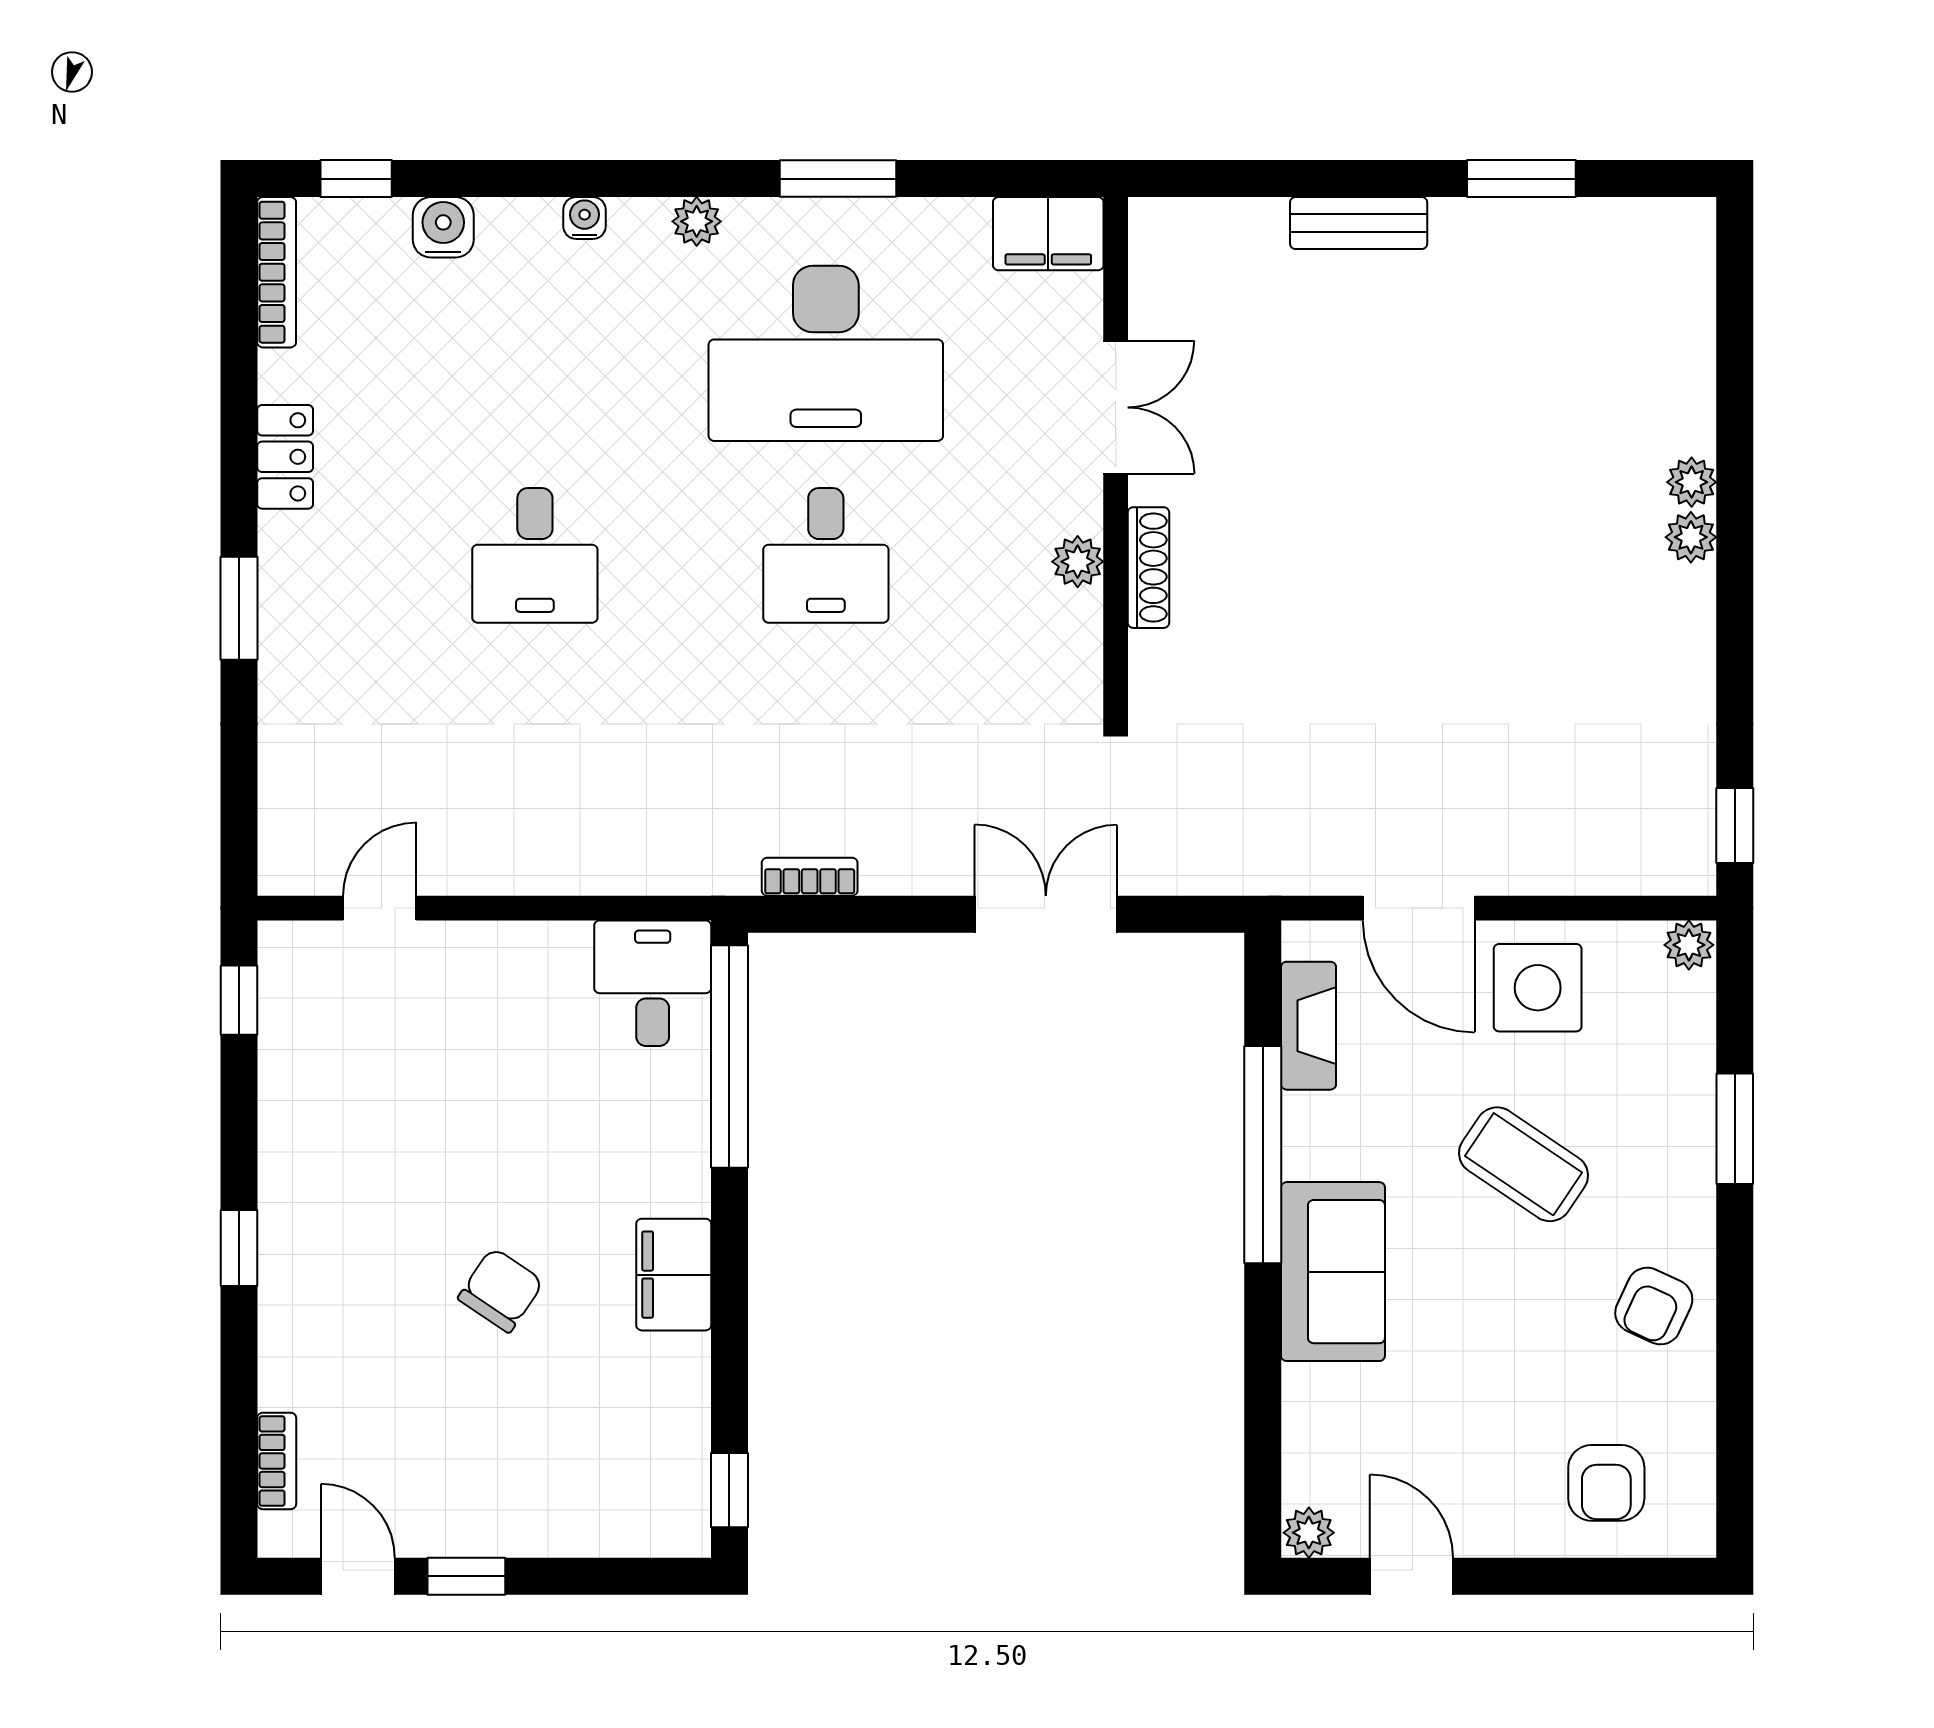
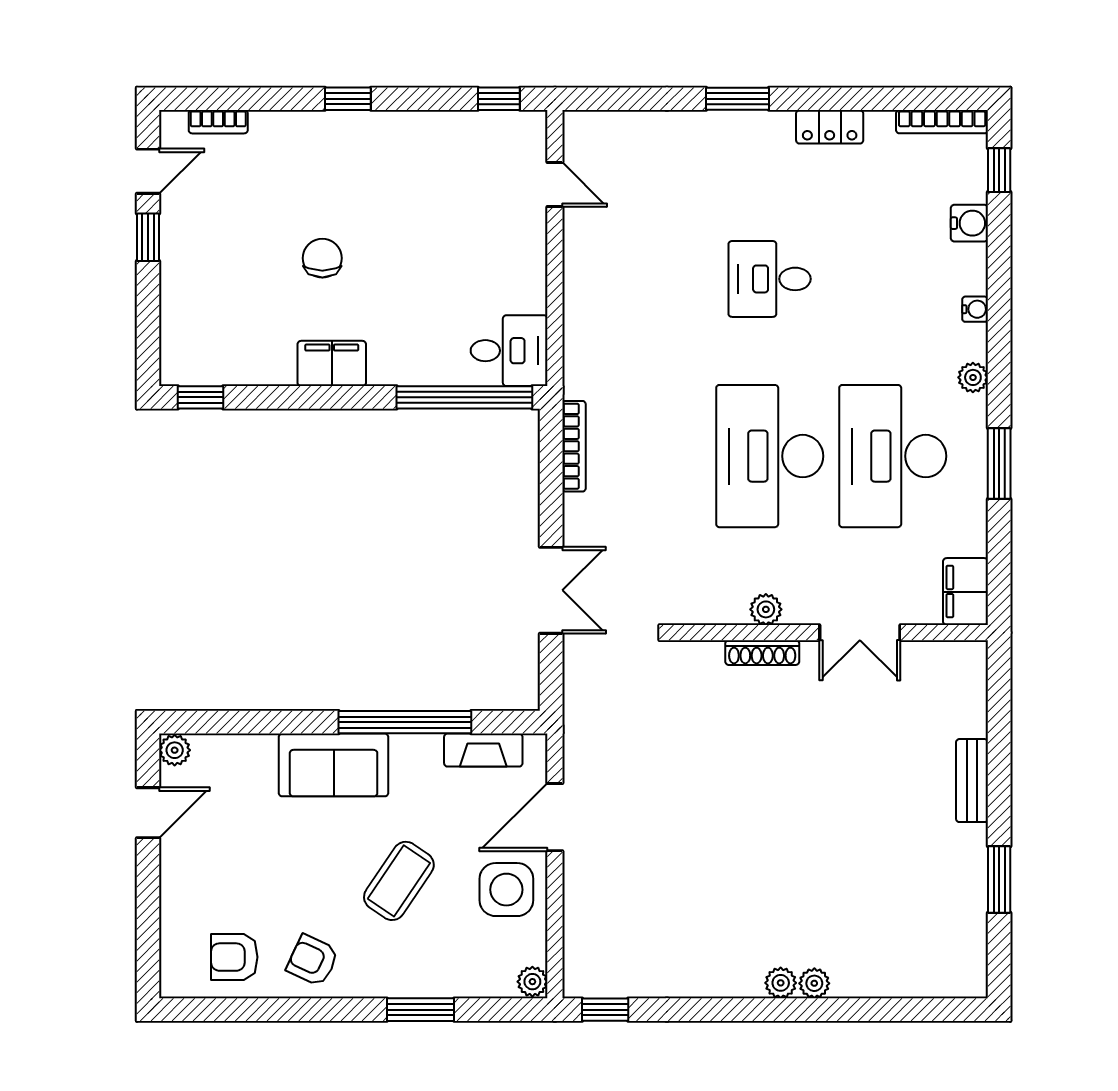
desk: (826, 555) -> (770, 456), width x1.87, depth x1.30
bookcase: (810, 877) -> (574, 446), width x1.56
chair: (501, 1290) -> (322, 258), turned -124
armchair: (1606, 1483) -> (234, 957), moved

